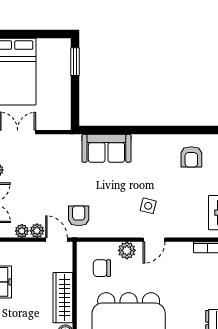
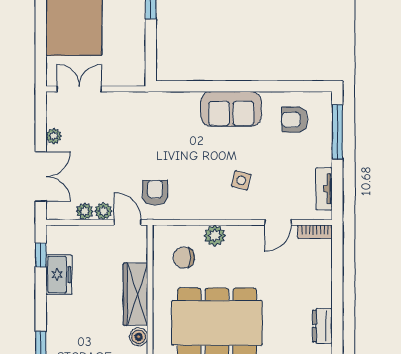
sofa: (106, 148) -> (231, 109), moved
armchair: (191, 157) -> (295, 120), turned 90
door: (154, 240) -> (278, 222), moved

